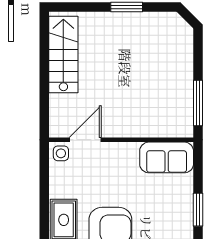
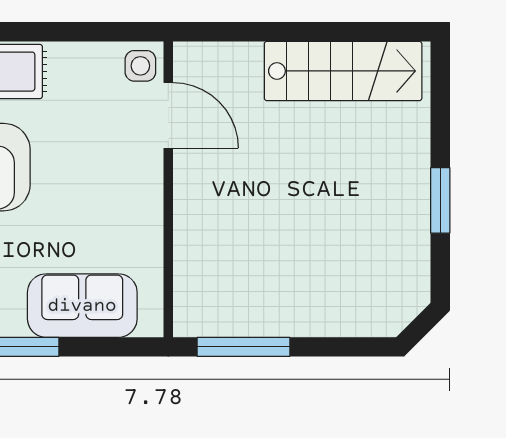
sofa: (167, 157) -> (82, 306), moved, turned 90

